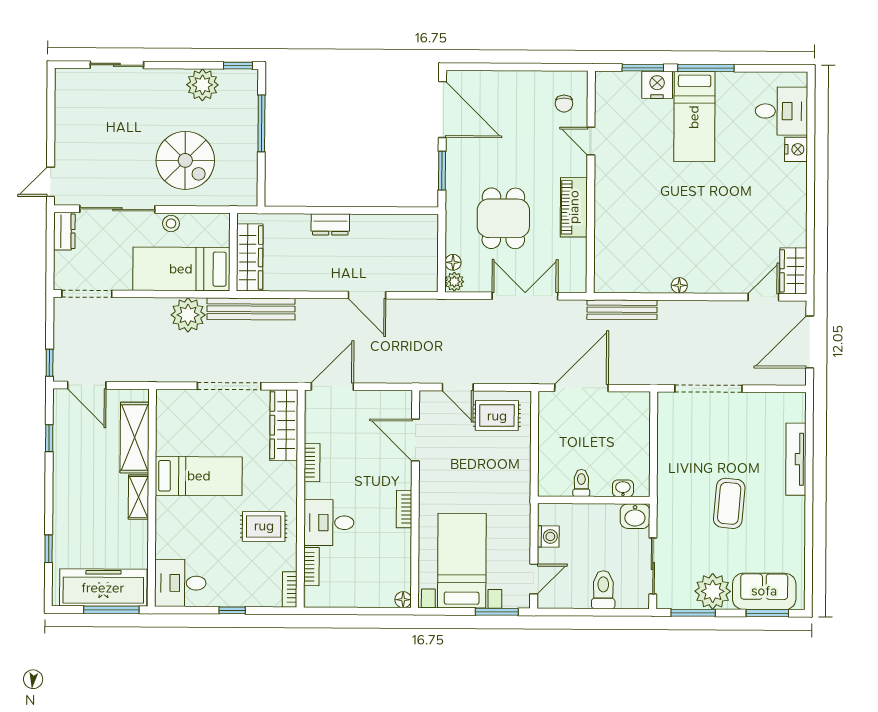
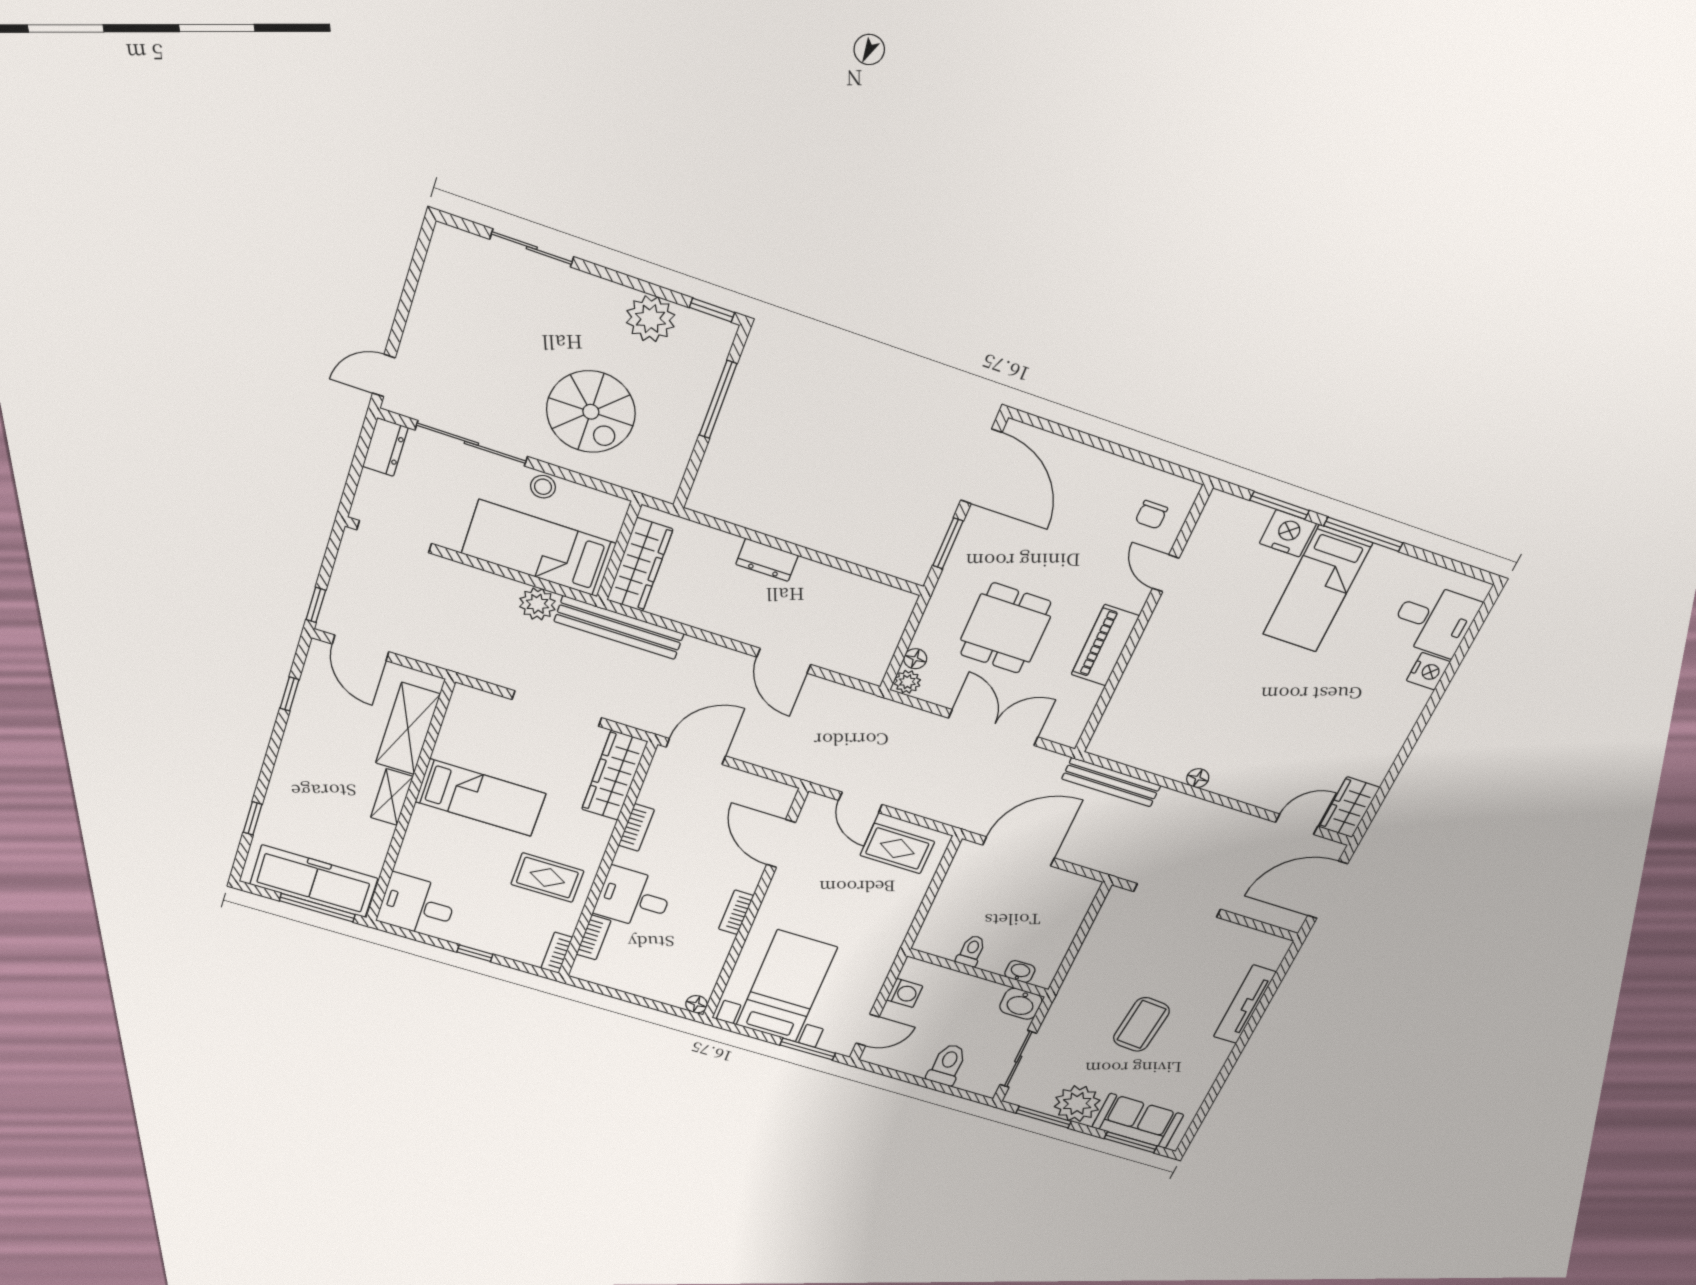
plant: (188, 315) -> (537, 604), width x0.73, depth x0.73

